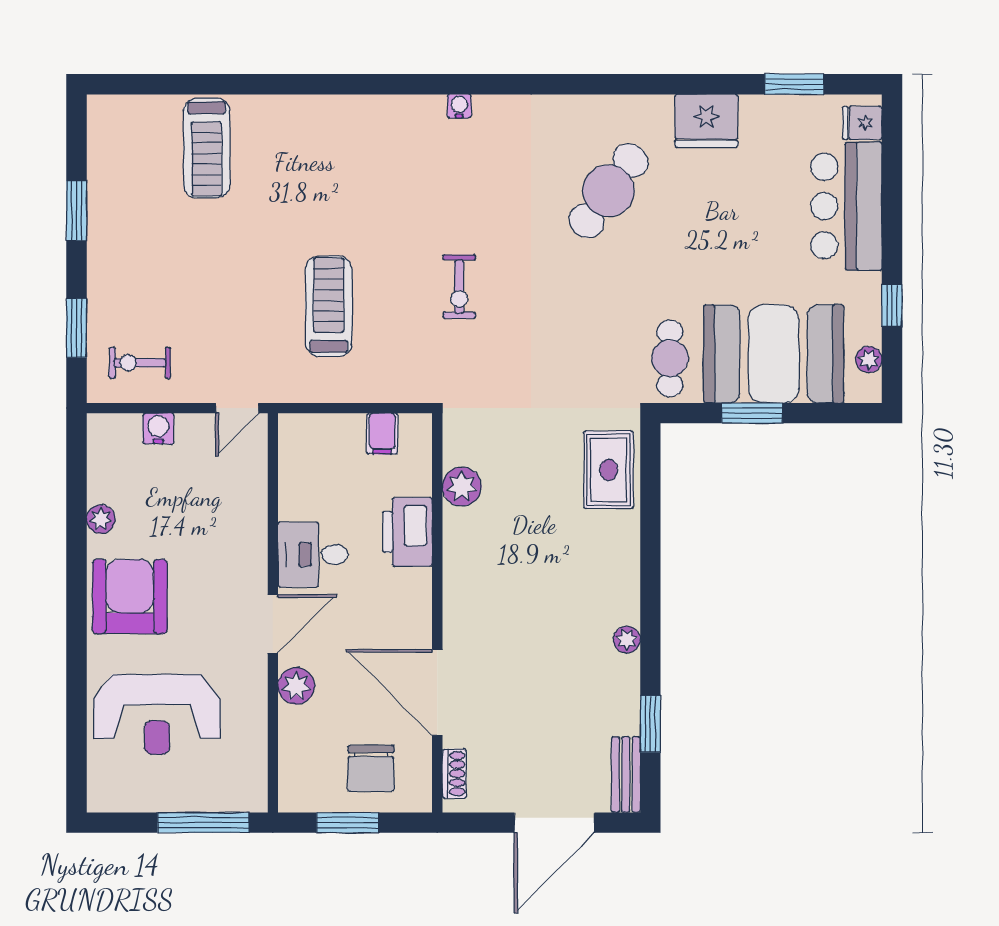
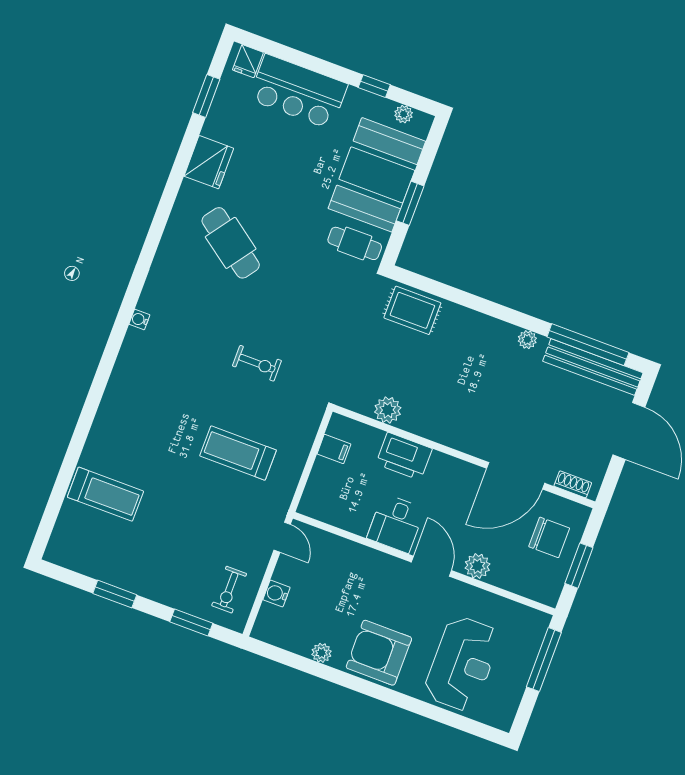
window: (650, 724) -> (588, 345), width x2.11
bench: (626, 775) -> (593, 367), width x1.86, depth x1.21

